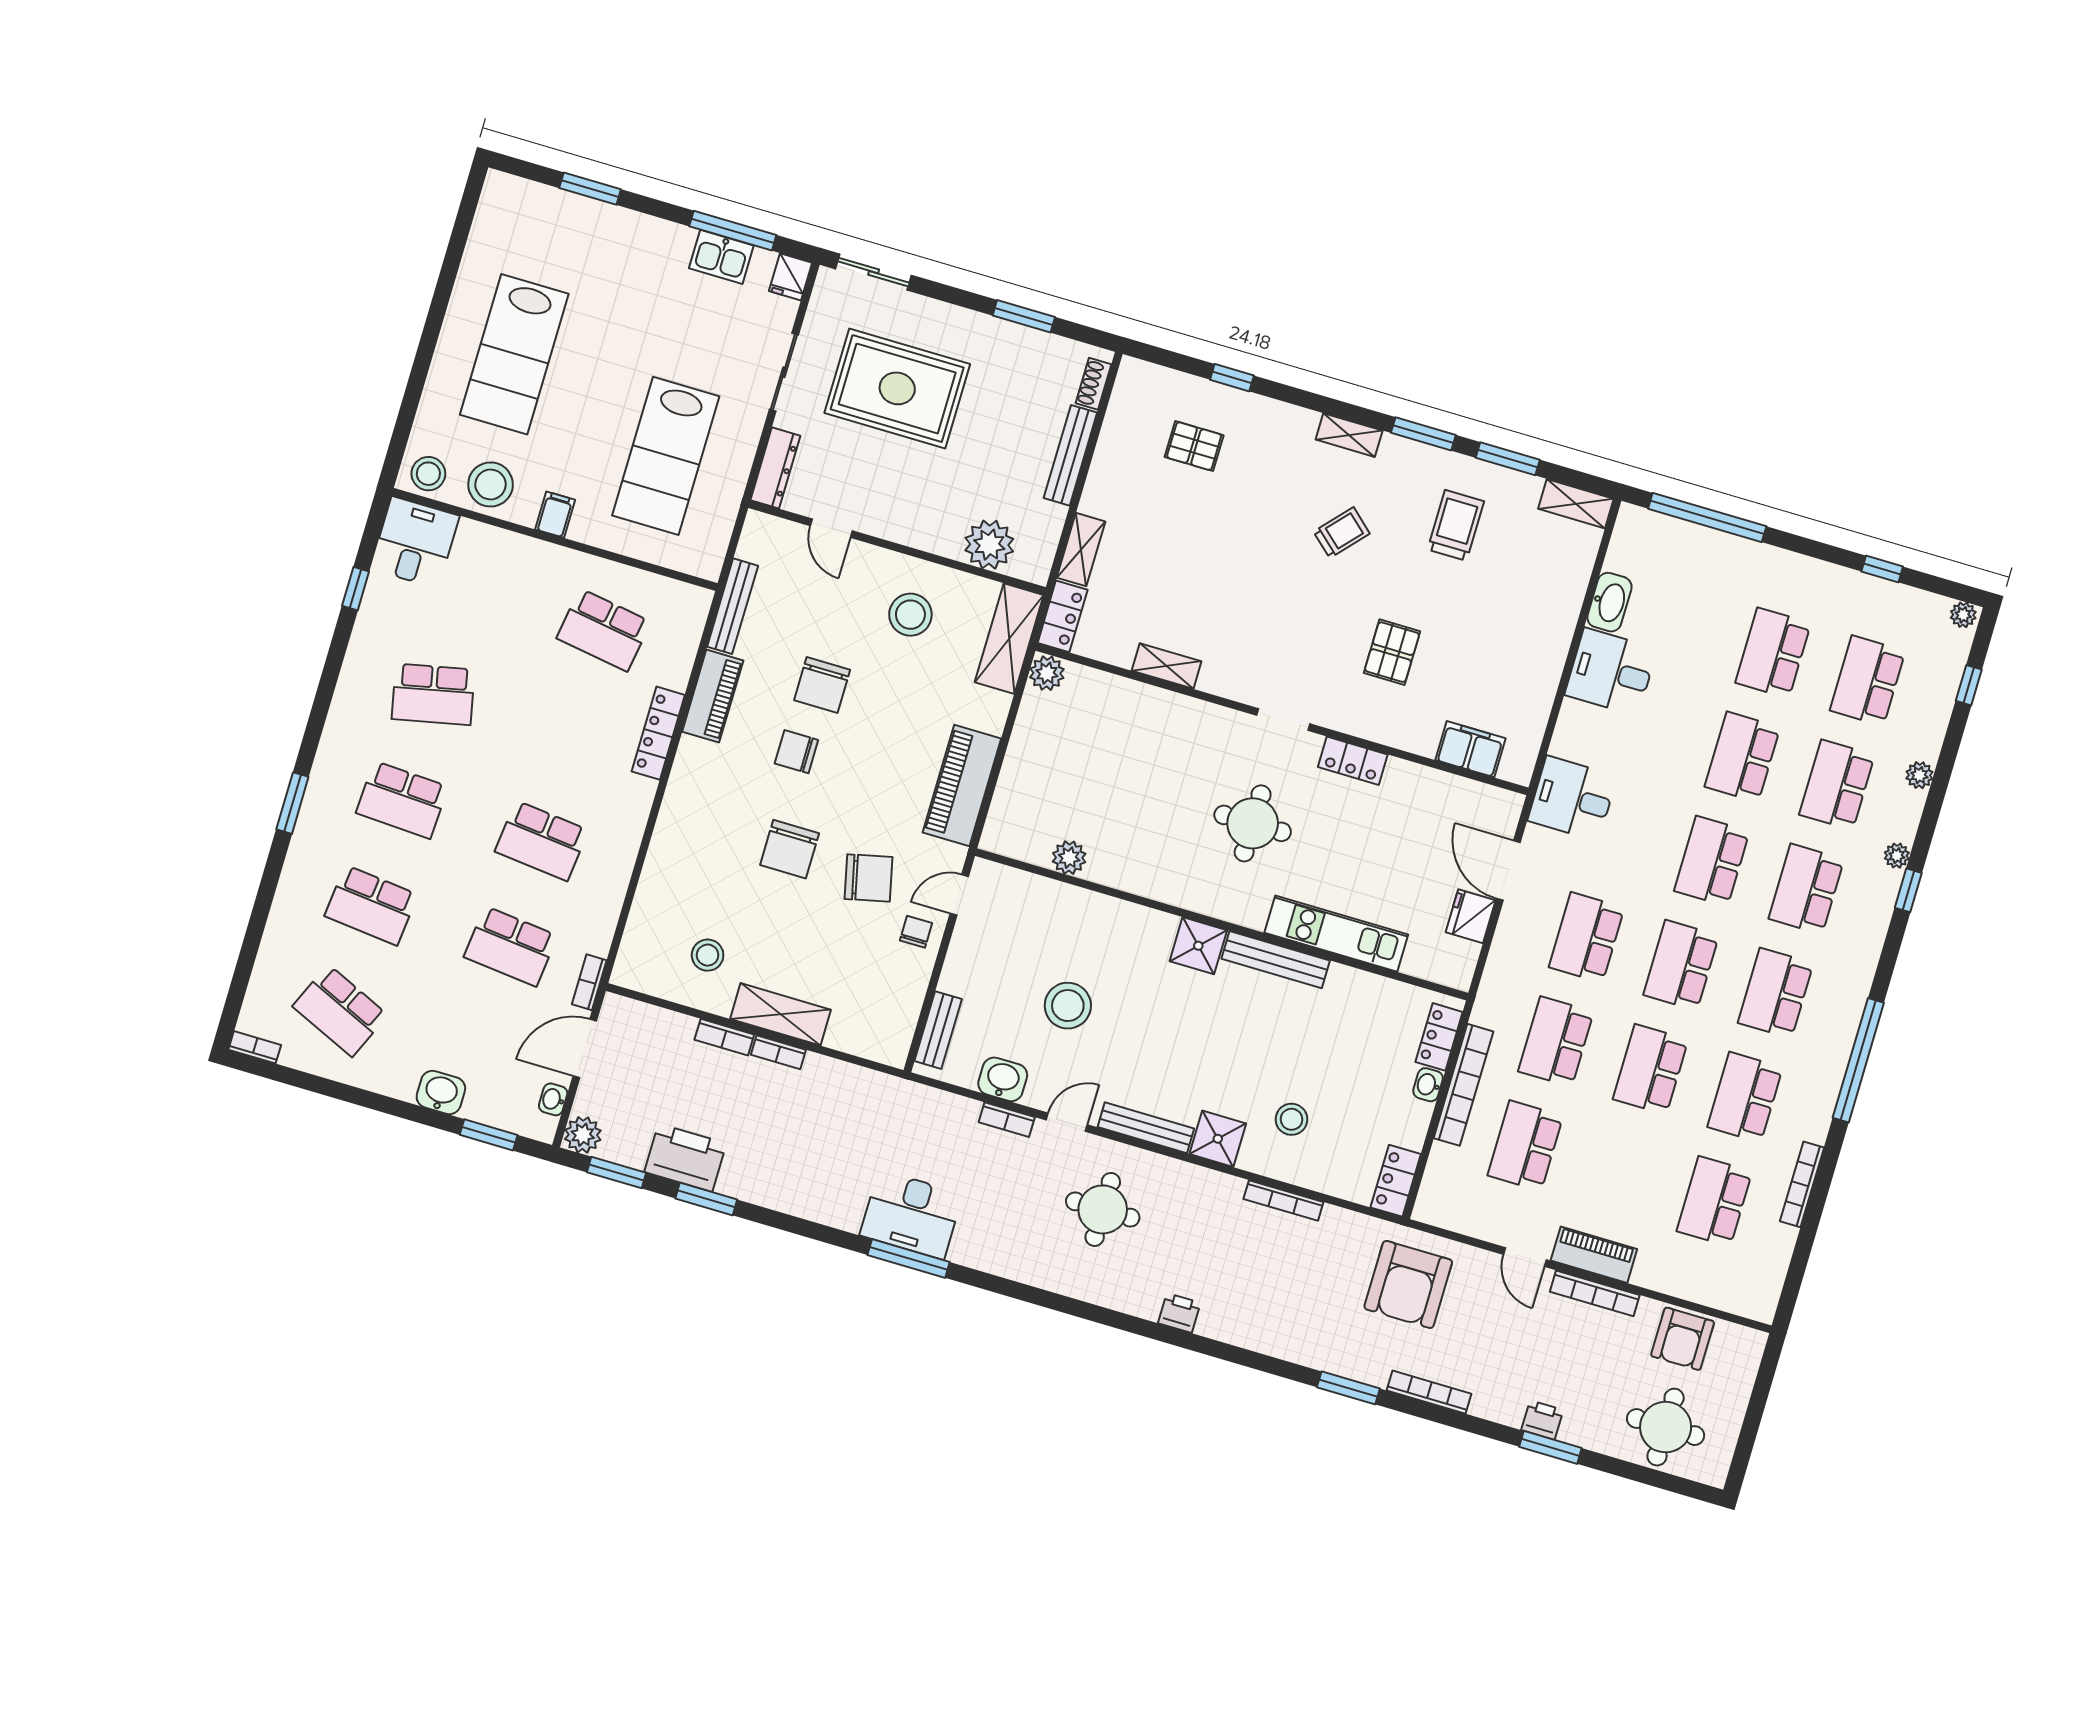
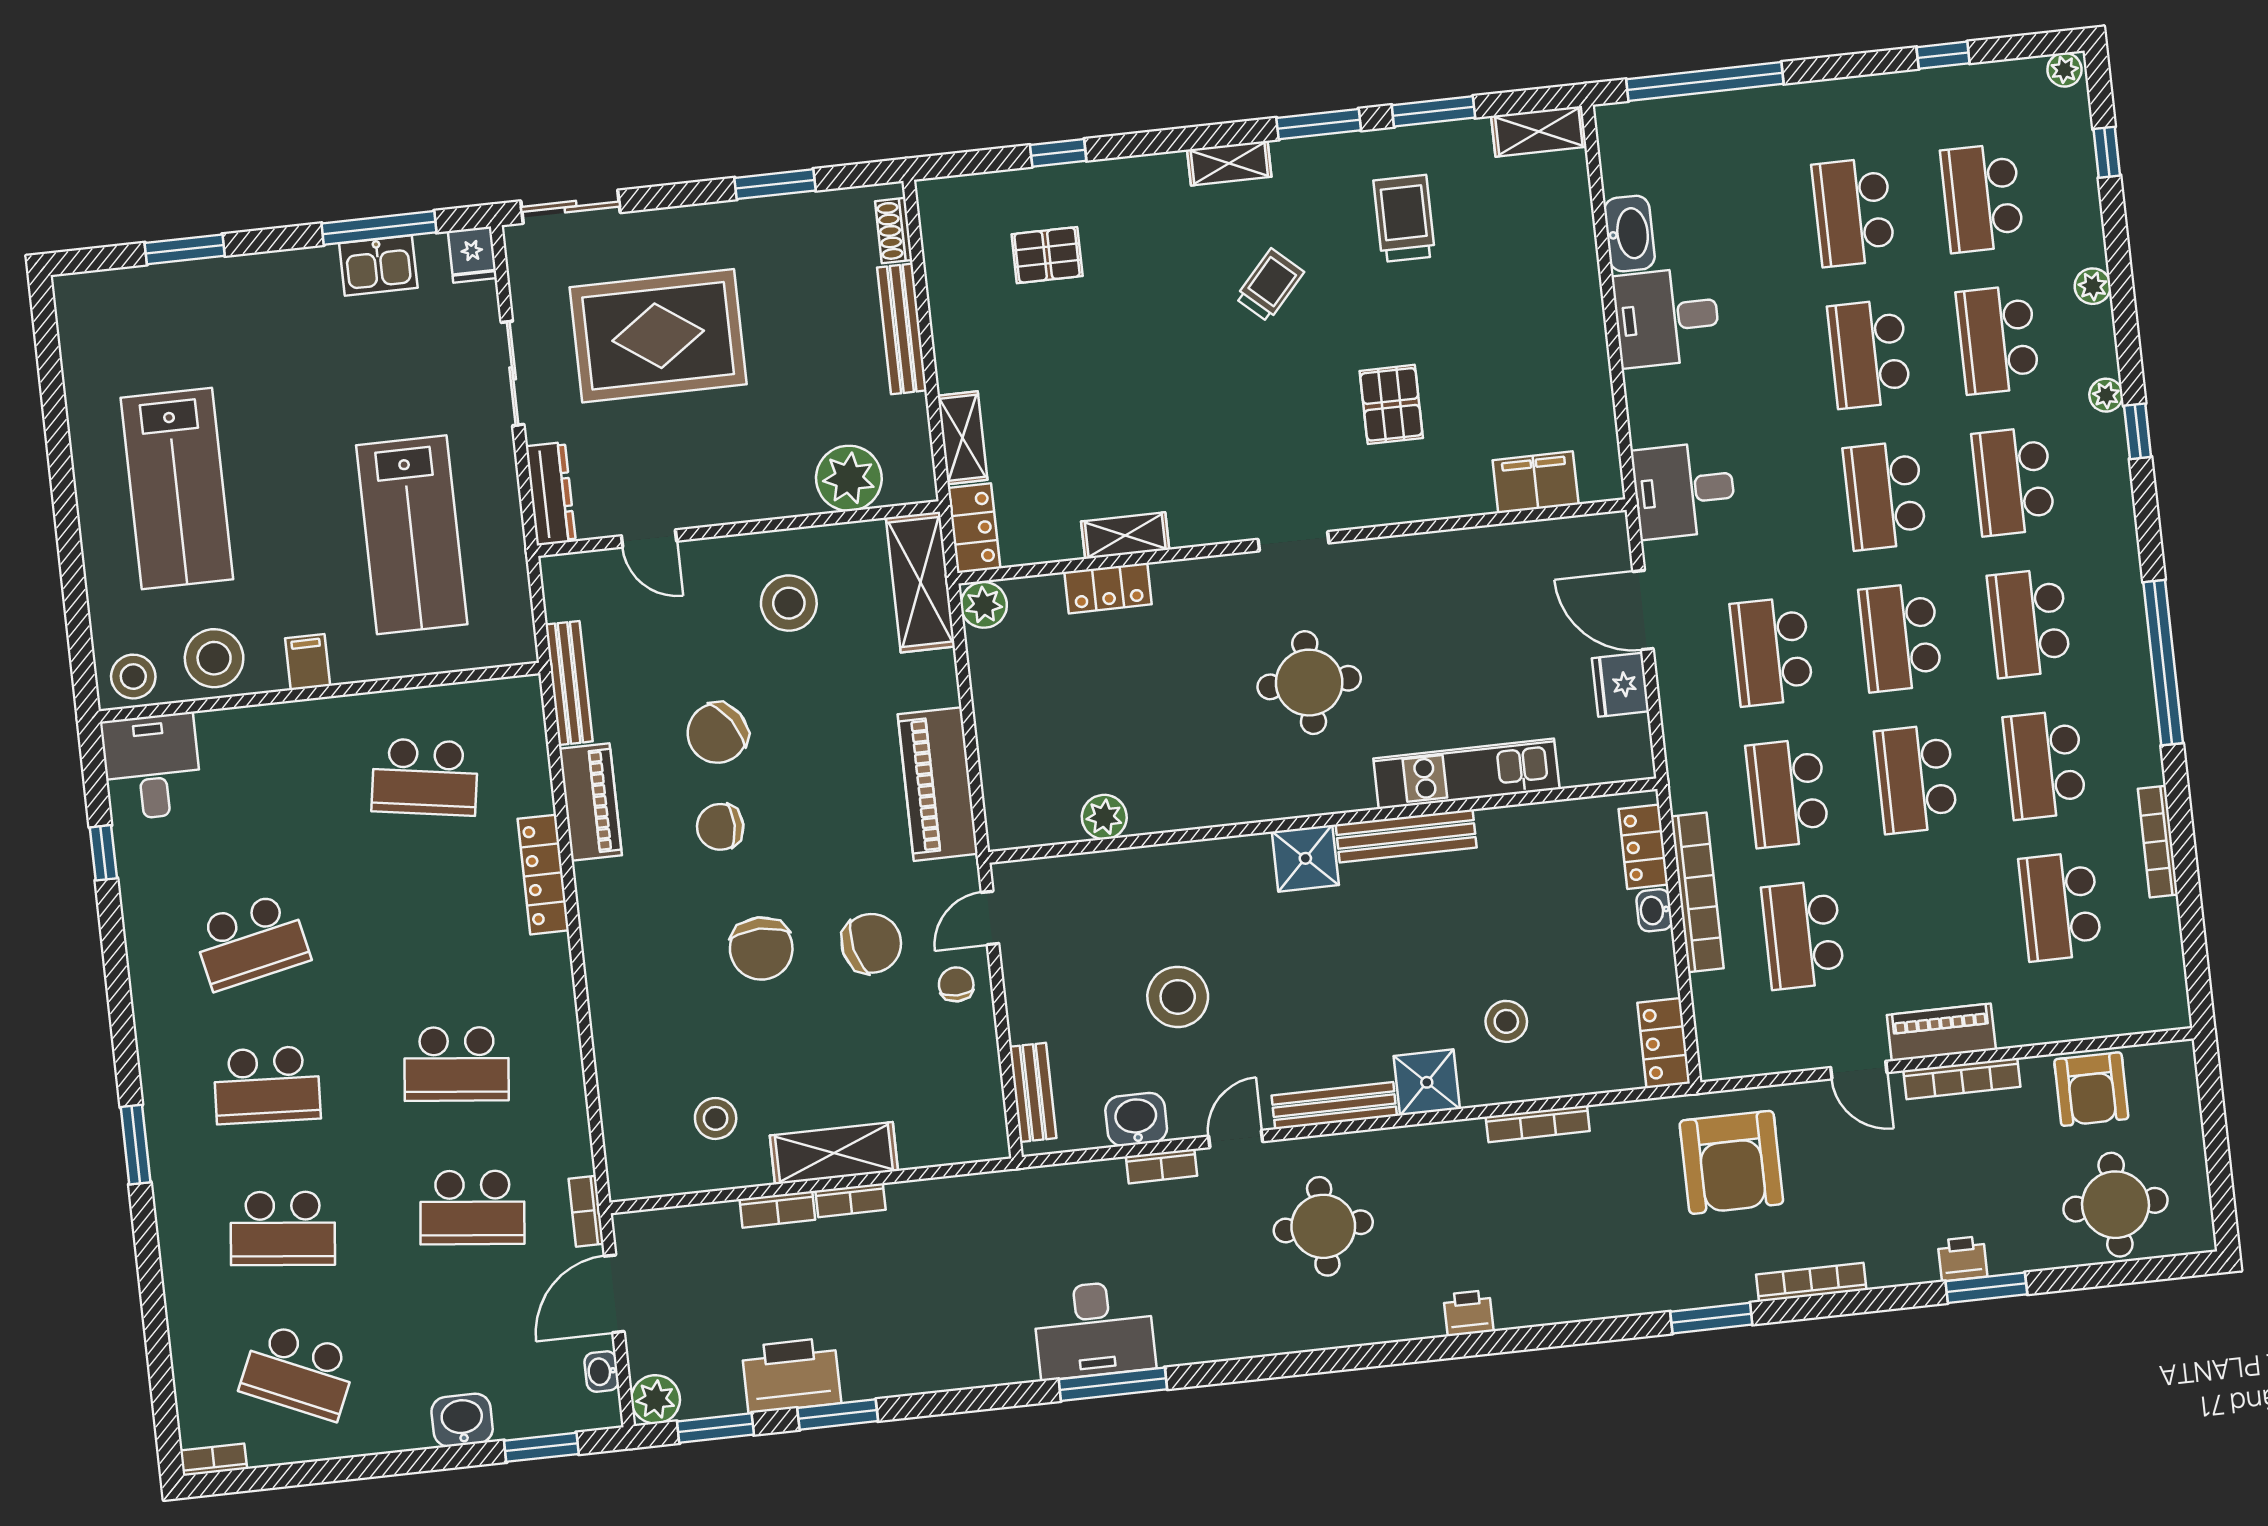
chair: (822, 685) -> (717, 733), turned 56
locker: (1353, 761) -> (1108, 588), moved

